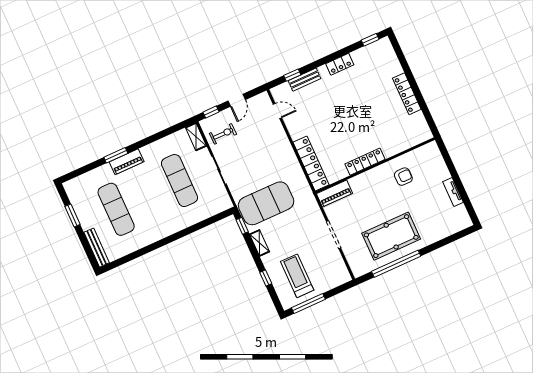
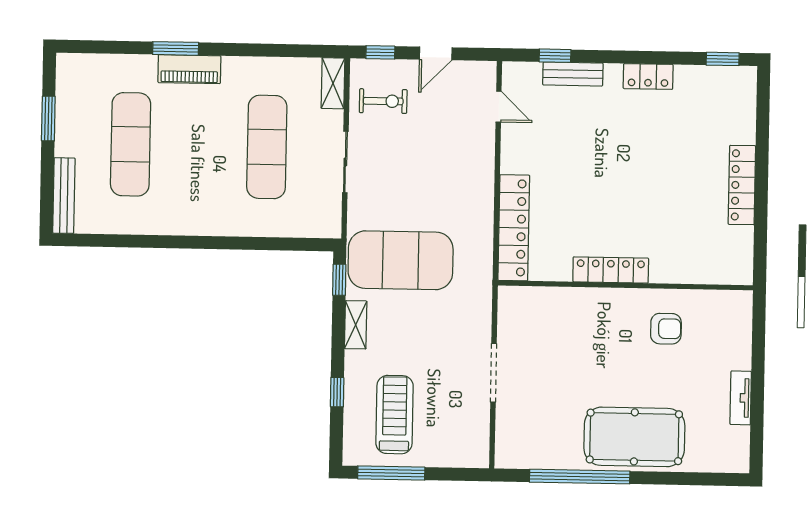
piano: (334, 194) -> (530, 301), removed
pool table: (391, 236) -> (634, 437), moved

